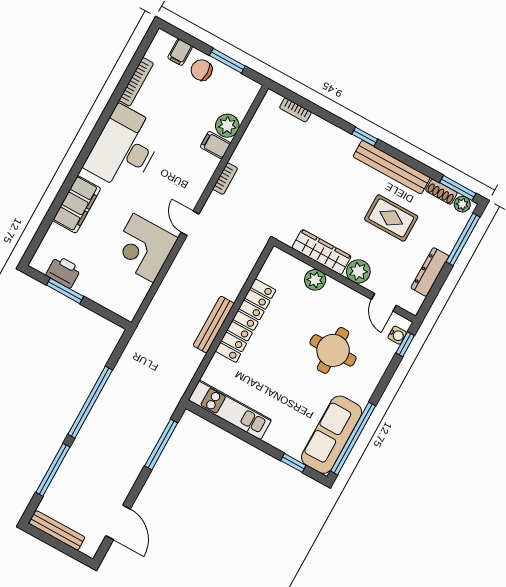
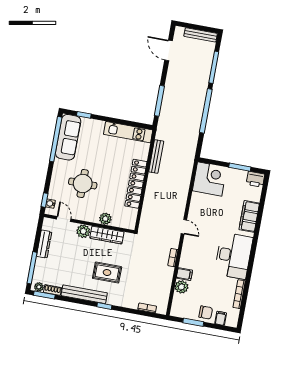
rug: (391, 218) -> (107, 273), moved
corner desk: (143, 248) -> (210, 179), moved
printer: (63, 272) -> (255, 179), moved
bench: (214, 324) -> (156, 156), moved

